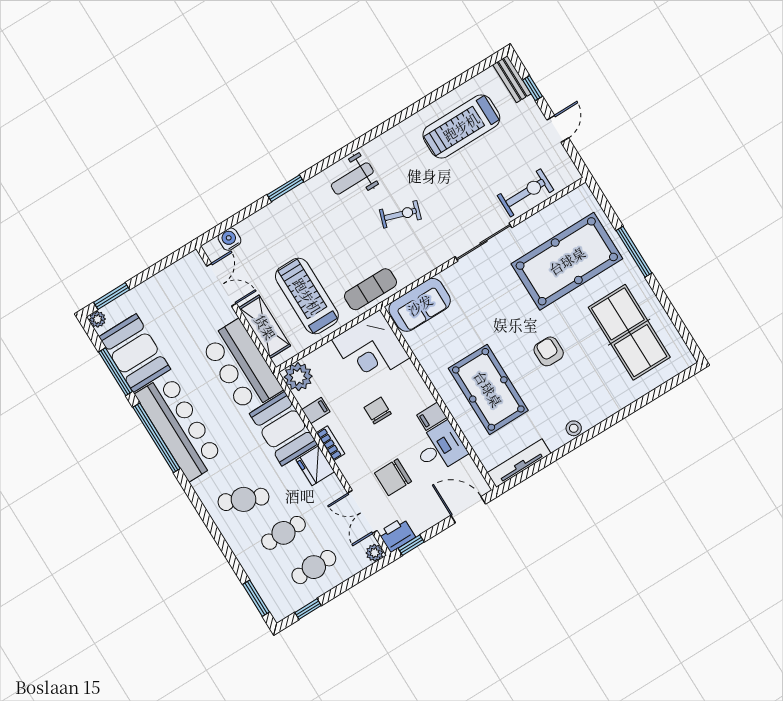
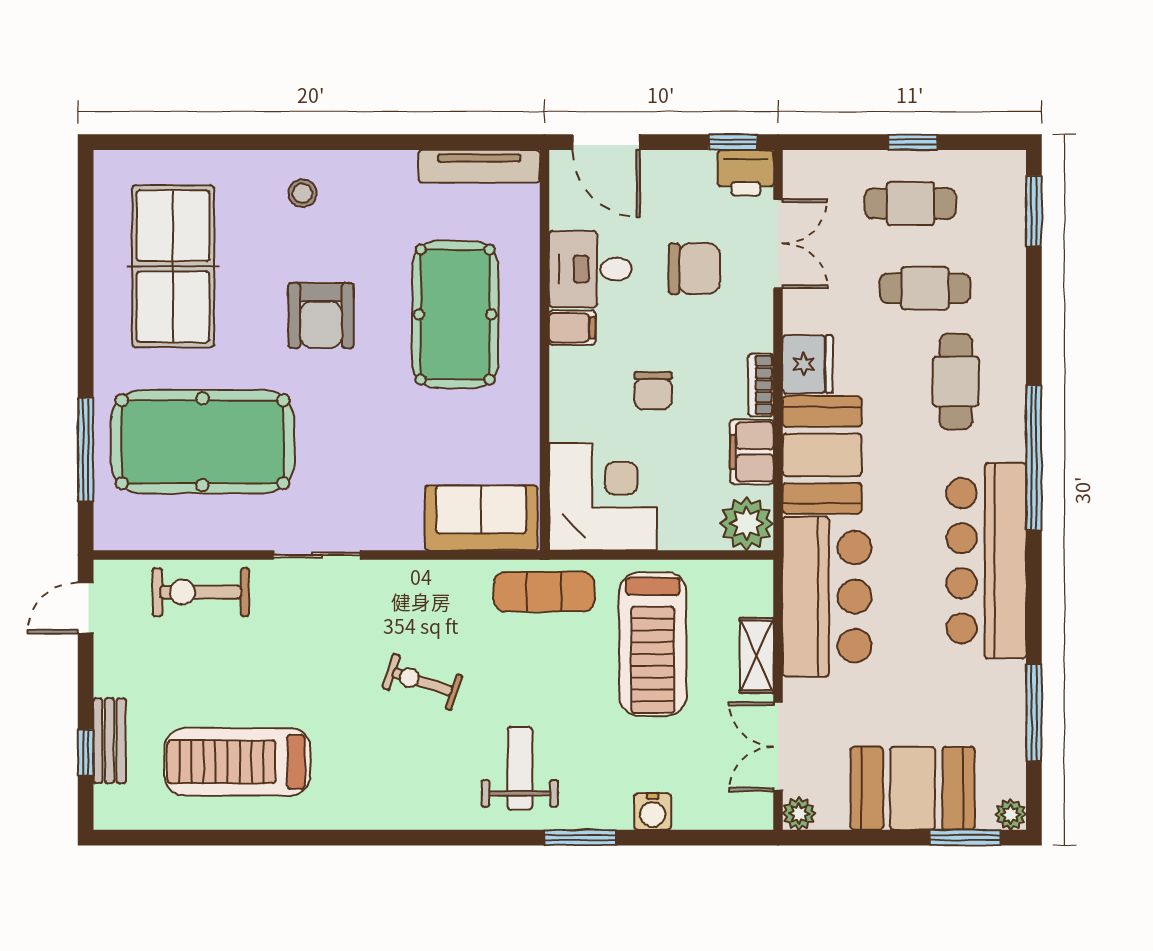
bench: (512, 79) -> (110, 741), moved
treadmill: (461, 127) -> (238, 762), turned 180
door: (558, 129) -> (86, 608), moved
weight bench: (352, 178) -> (520, 768), moved, turned -90
water cooler: (230, 239) -> (653, 812), moved
sliding door: (484, 242) -> (317, 555), width x0.73
window: (634, 252) -> (86, 450), moved
shelving: (265, 327) -> (757, 656), width x0.67, depth x0.75
armchair: (549, 351) -> (321, 316), width x1.38, depth x1.38
booth: (135, 353) -> (913, 788), moved, turned 90
filing cabinet: (316, 411) -> (752, 452), width x2.00
stool: (574, 428) -> (302, 193), moved
window: (157, 438) -> (1034, 458), moved
cafe table: (244, 499) -> (956, 381), turned 67
plant: (375, 553) -> (799, 814), moved
window: (308, 609) -> (913, 142), moved

